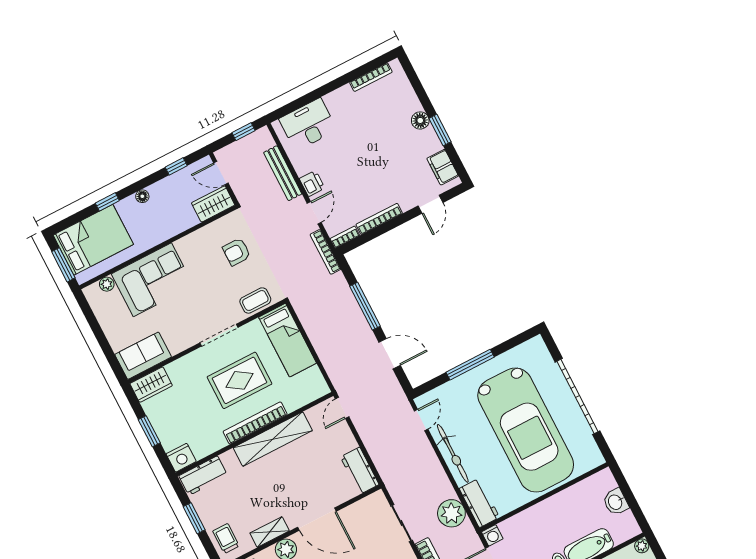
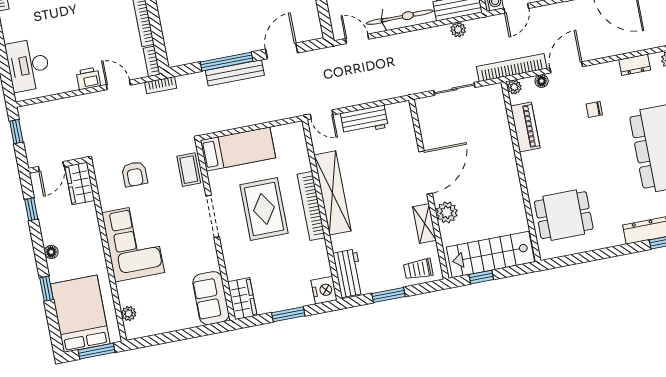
bench: (283, 173) -> (235, 73), moved
bookcase: (325, 252) -> (161, 85), width x0.64
corner sofa: (152, 280) -> (133, 243), moved
workbench: (360, 471) -> (364, 120), moved
plant: (451, 513) -> (458, 30), width x0.53, depth x0.53

